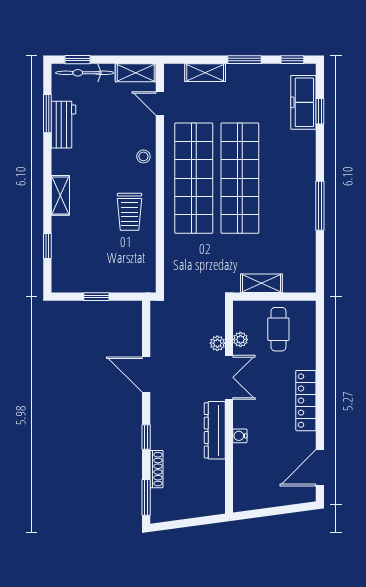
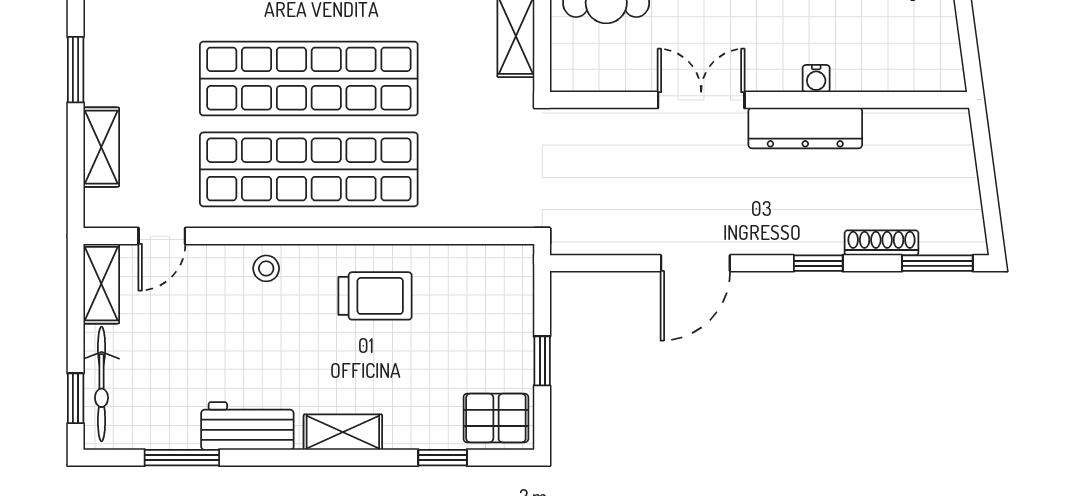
workbench: (63, 125) -> (247, 426), moved
pallet: (67, 273) -> (496, 418), added
plant: (240, 339) -> (626, 77), removed
plant: (217, 343) -> (634, 123), removed

